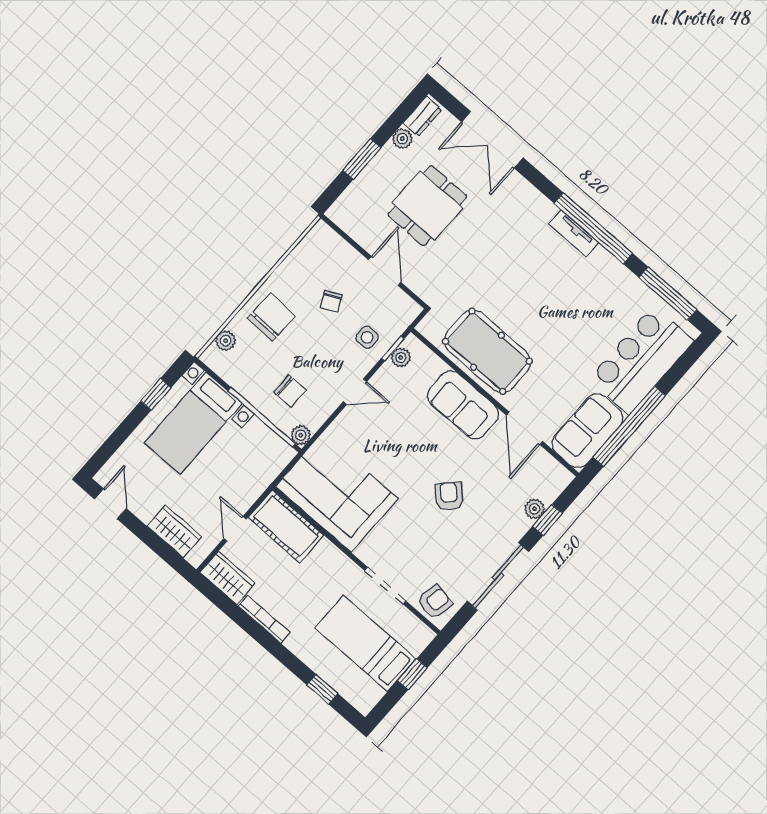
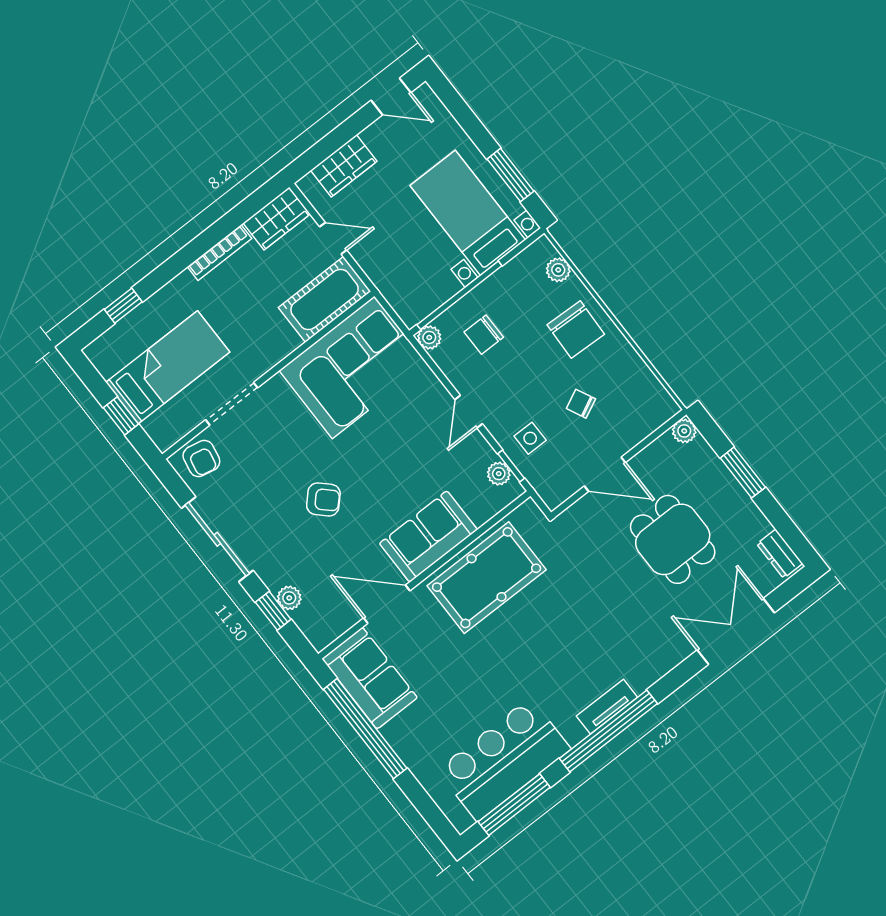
plant: (402, 139) -> (684, 431), moved
bar counter: (641, 360) -> (504, 759), moved, turned -90
window: (156, 394) -> (510, 175), width x1.50

